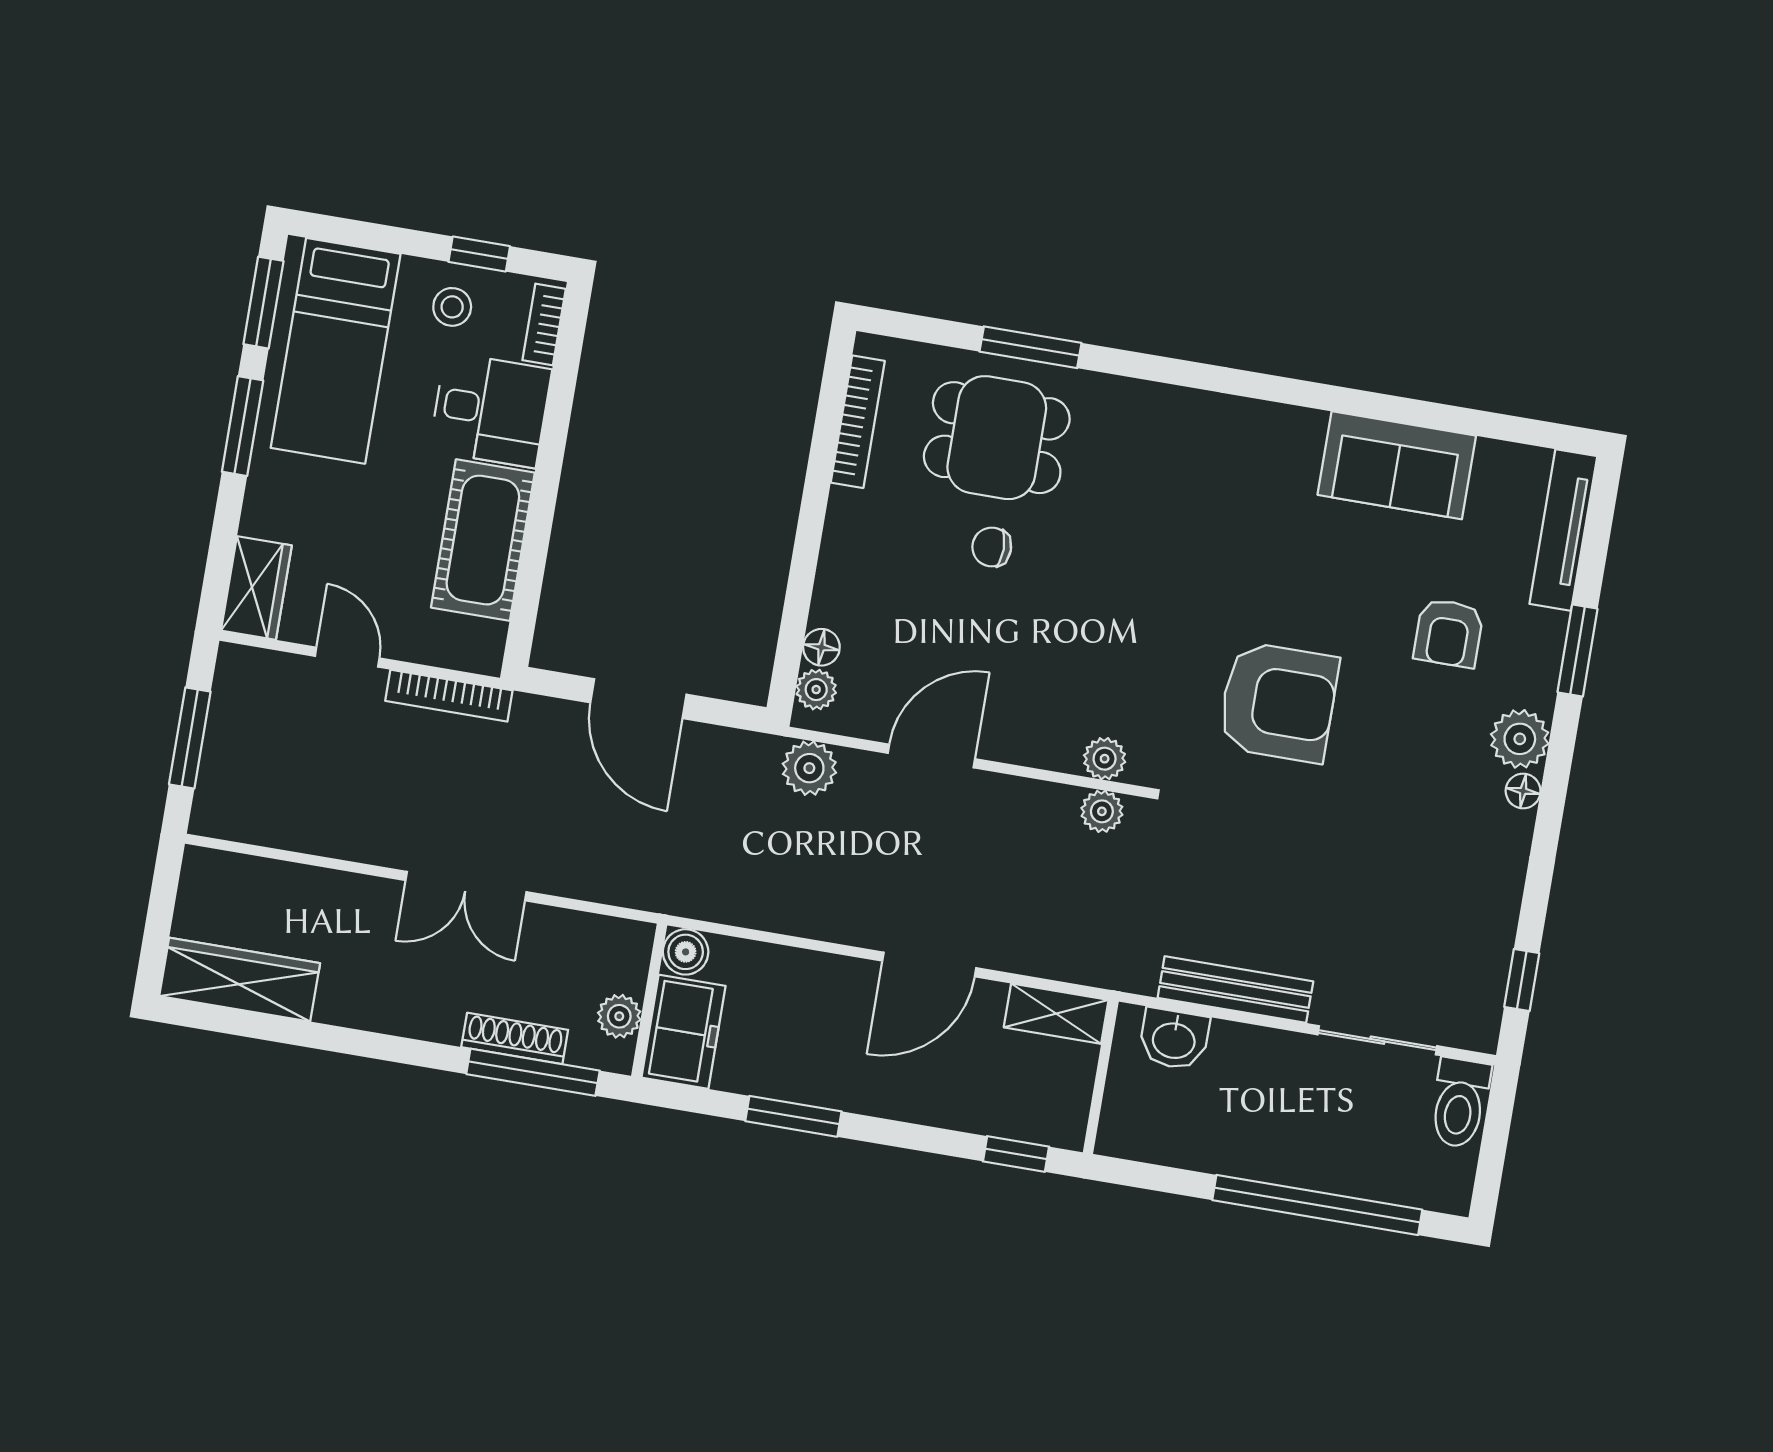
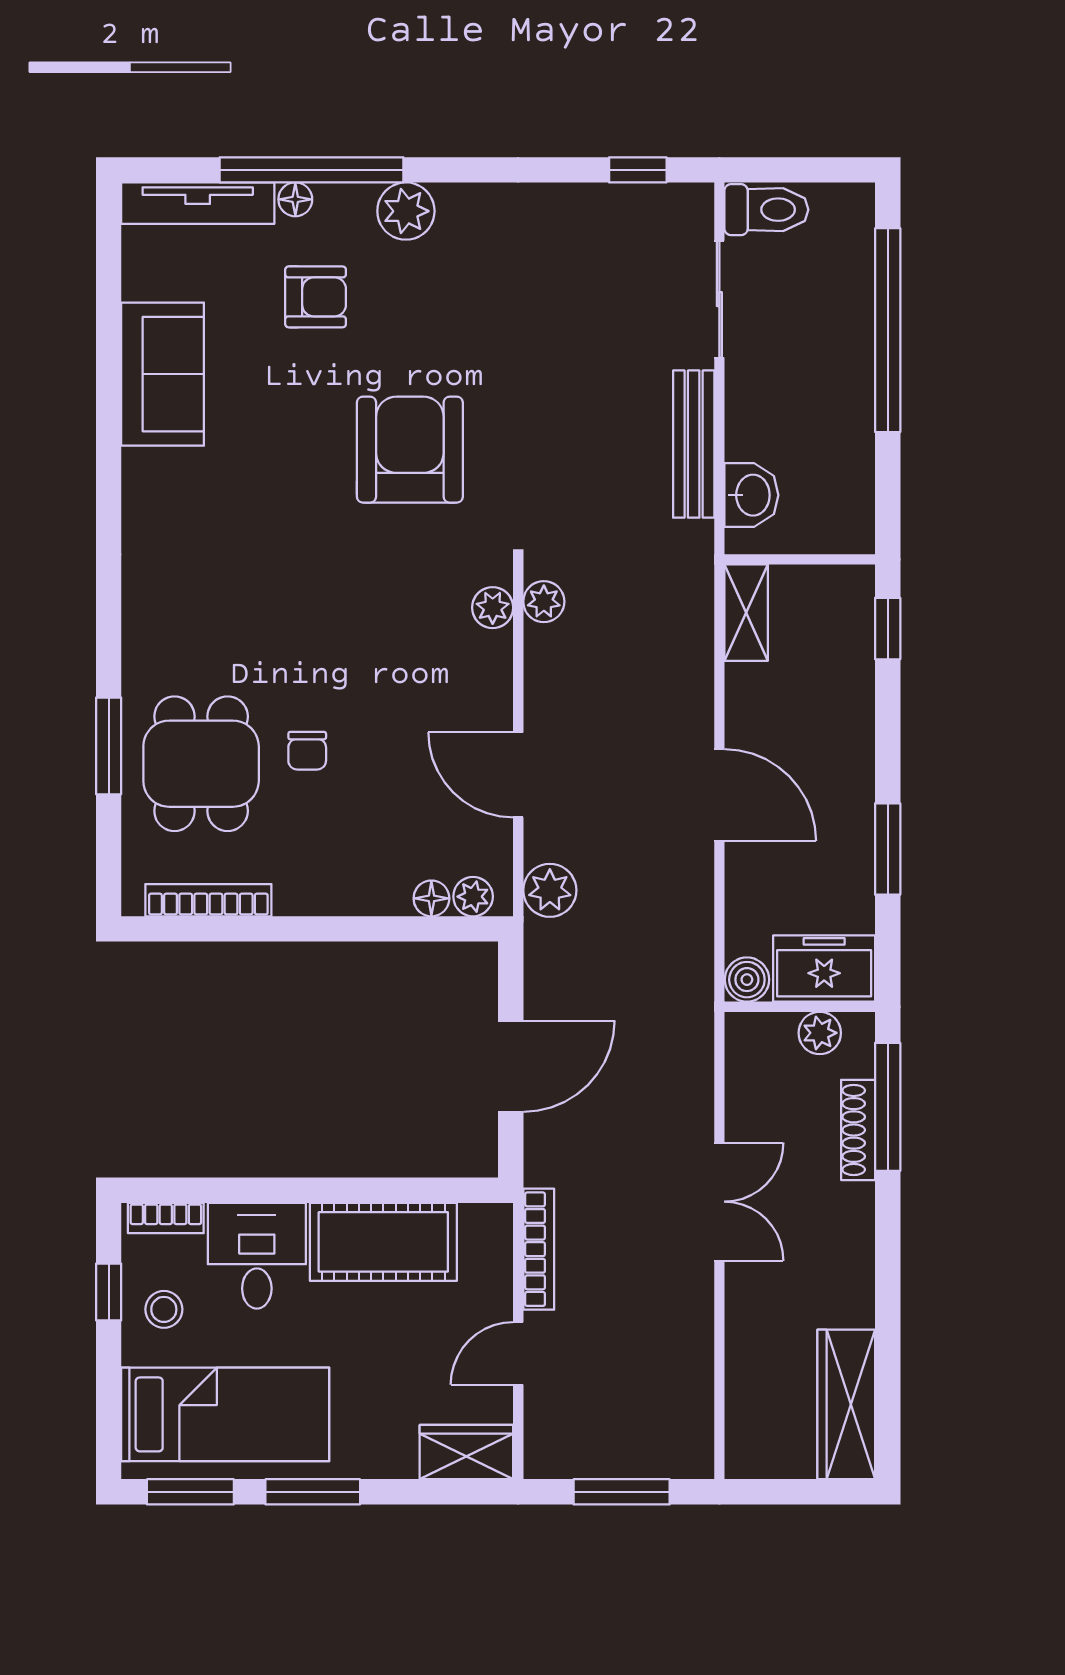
window: (1577, 651) -> (312, 170), width x2.11
floor lamp: (1523, 791) -> (295, 199), moved
door: (929, 964) -> (719, 795), moved

